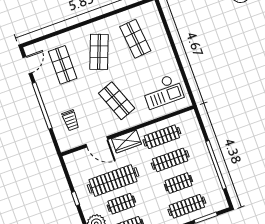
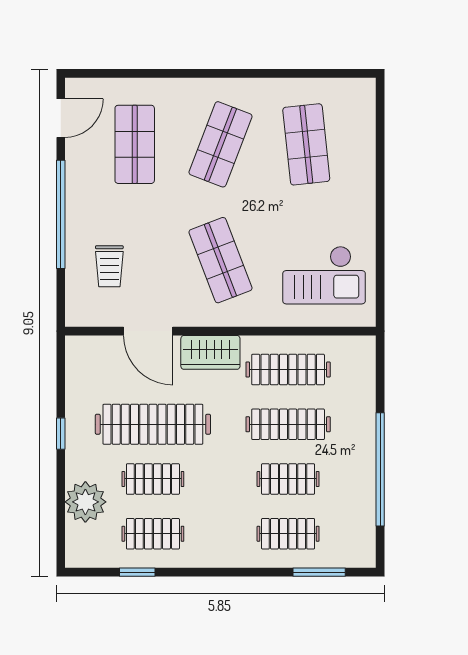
clothes rail: (187, 206) -> (288, 534), width x0.73

